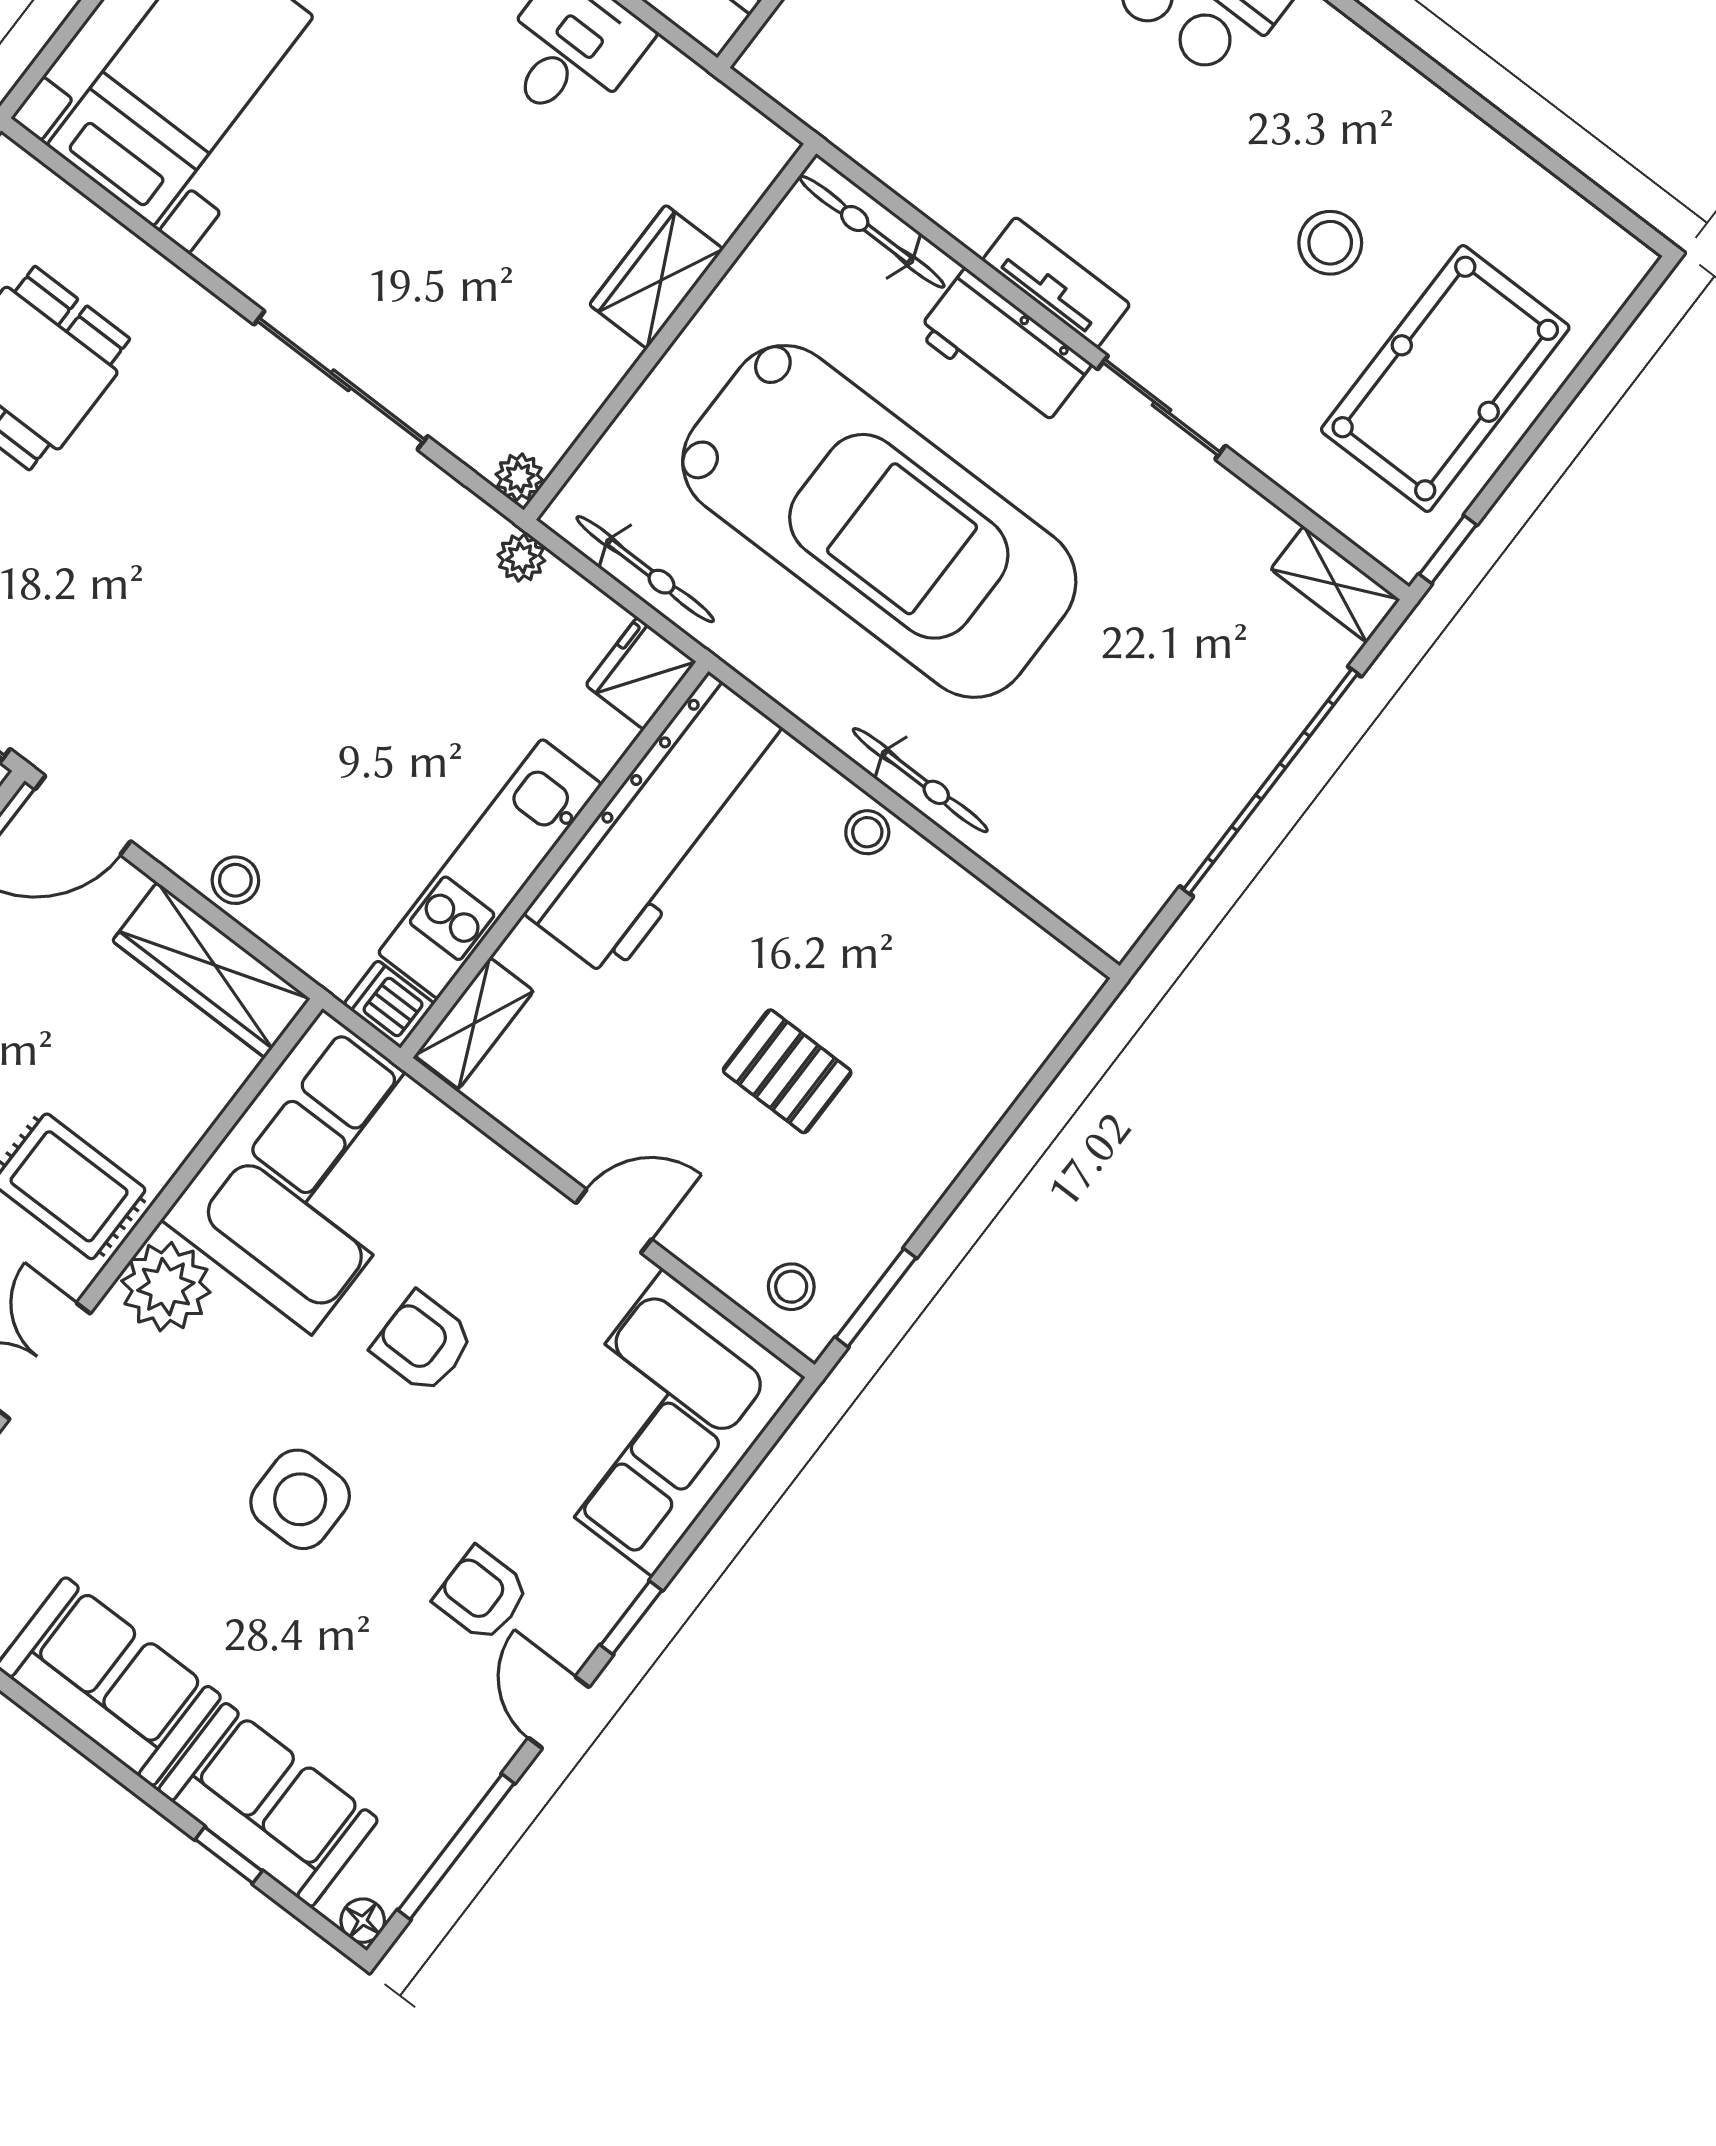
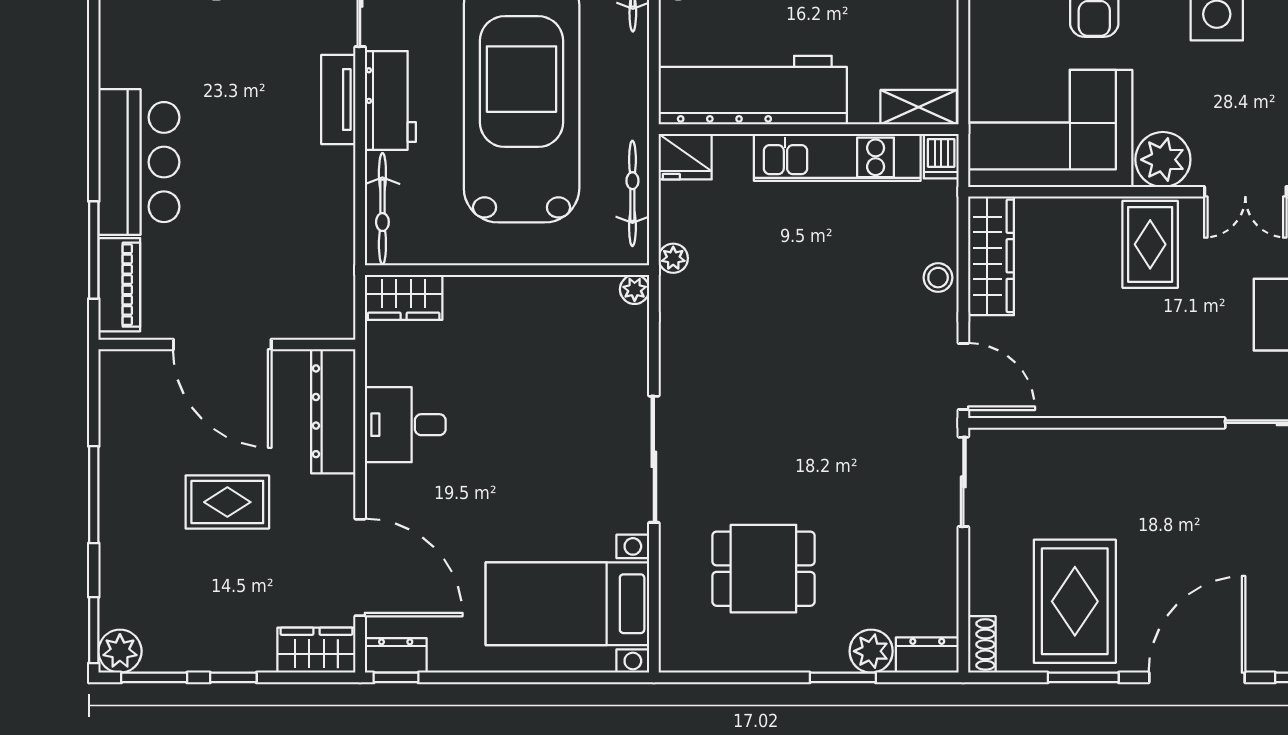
wardrobe: (656, 277) -> (404, 297), moved
sliding door: (341, 380) -> (654, 459), moved

